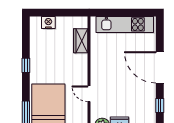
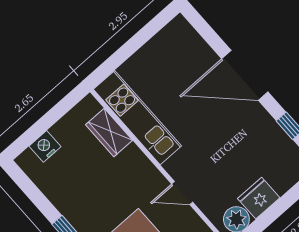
kitchen unit: (125, 24) -> (137, 118), moved, turned -90

